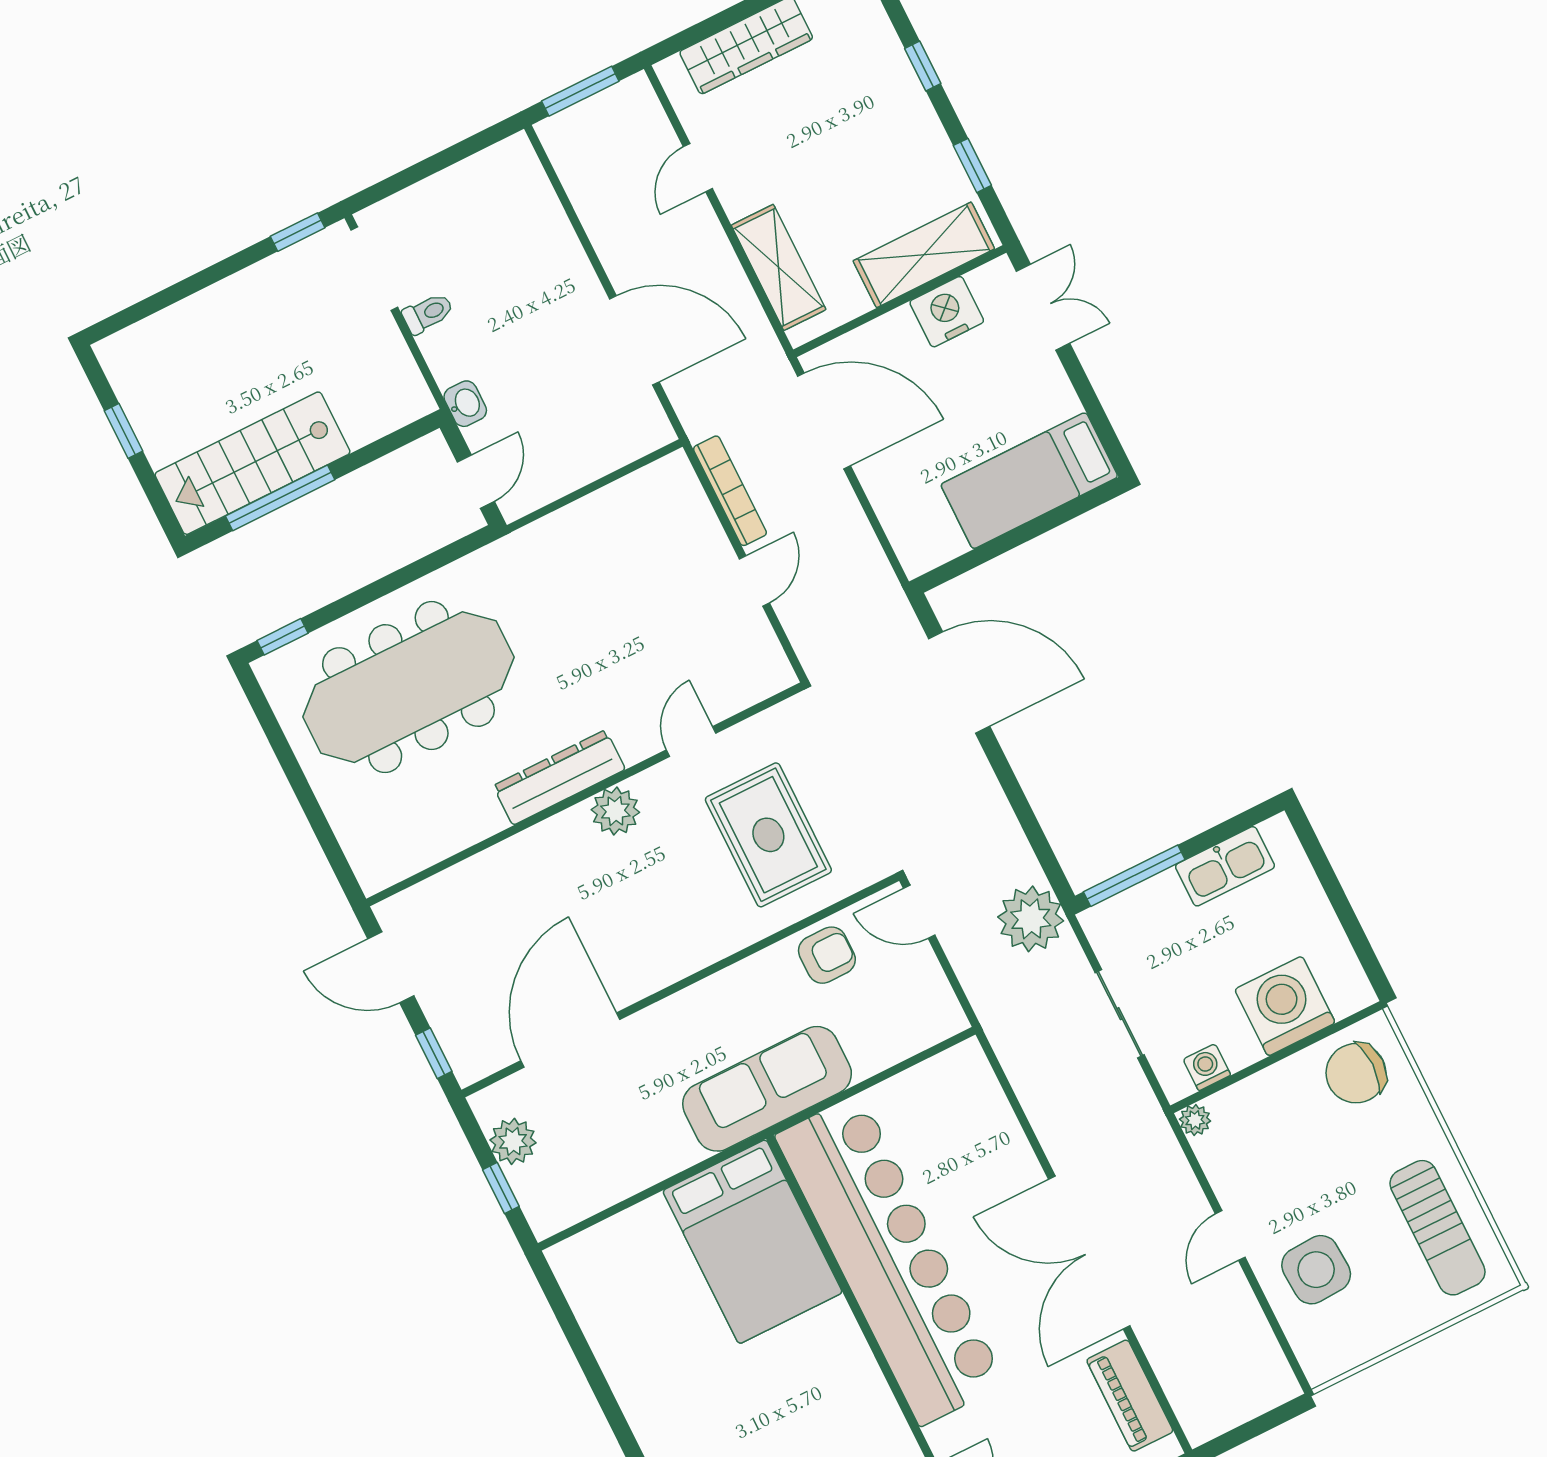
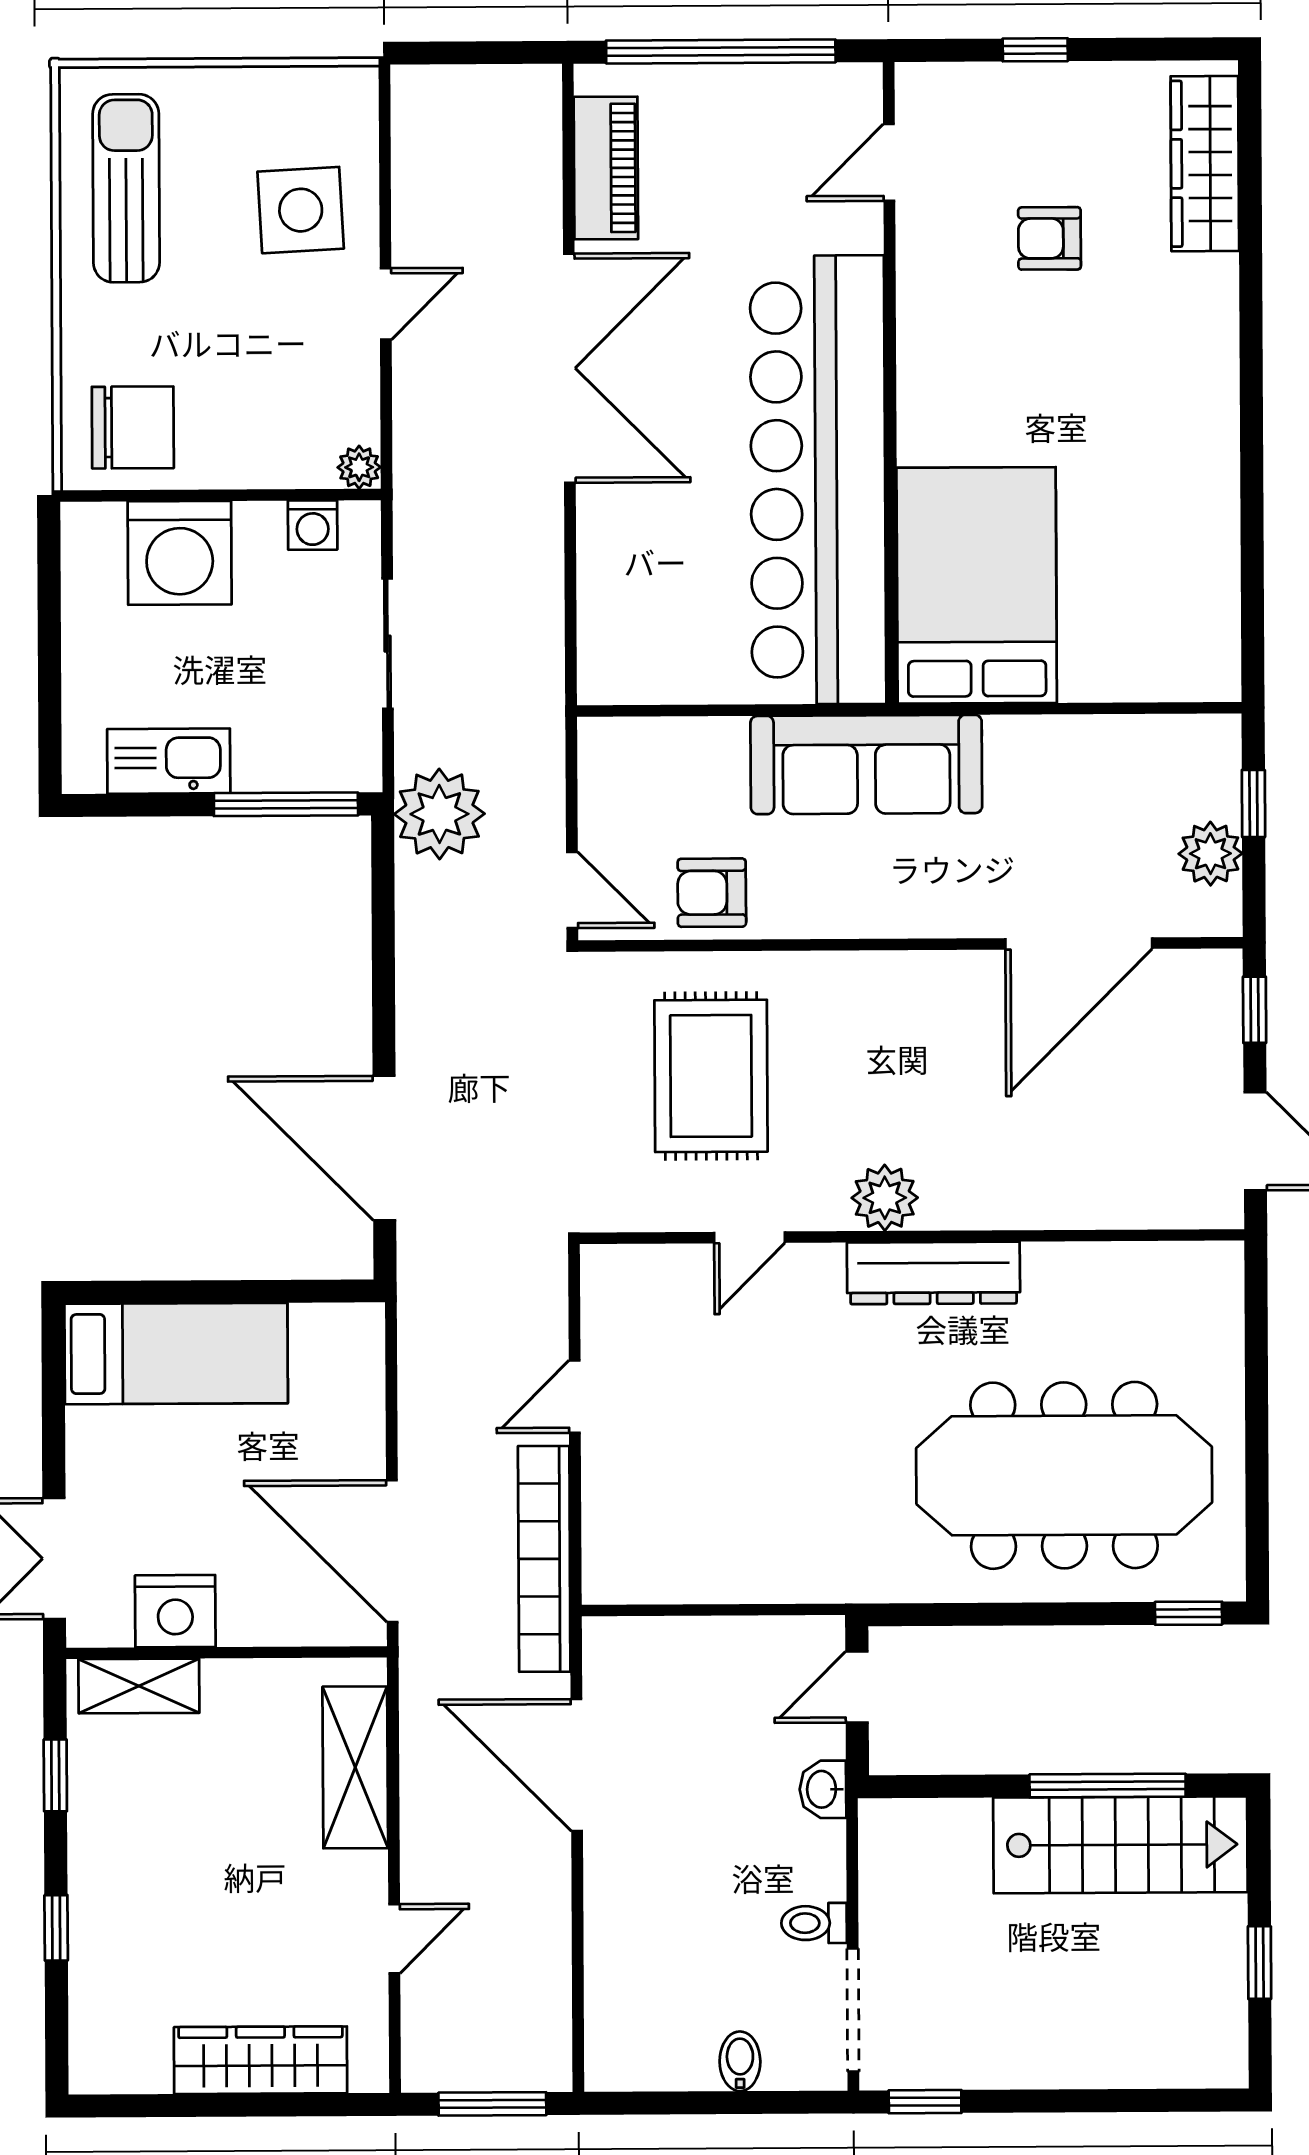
bidet: (432, 199) -> (740, 2061), added
shelving: (924, 255) -> (139, 1686), width x0.67, depth x0.75
bookcase: (730, 491) -> (544, 1559), width x1.48, depth x1.31

